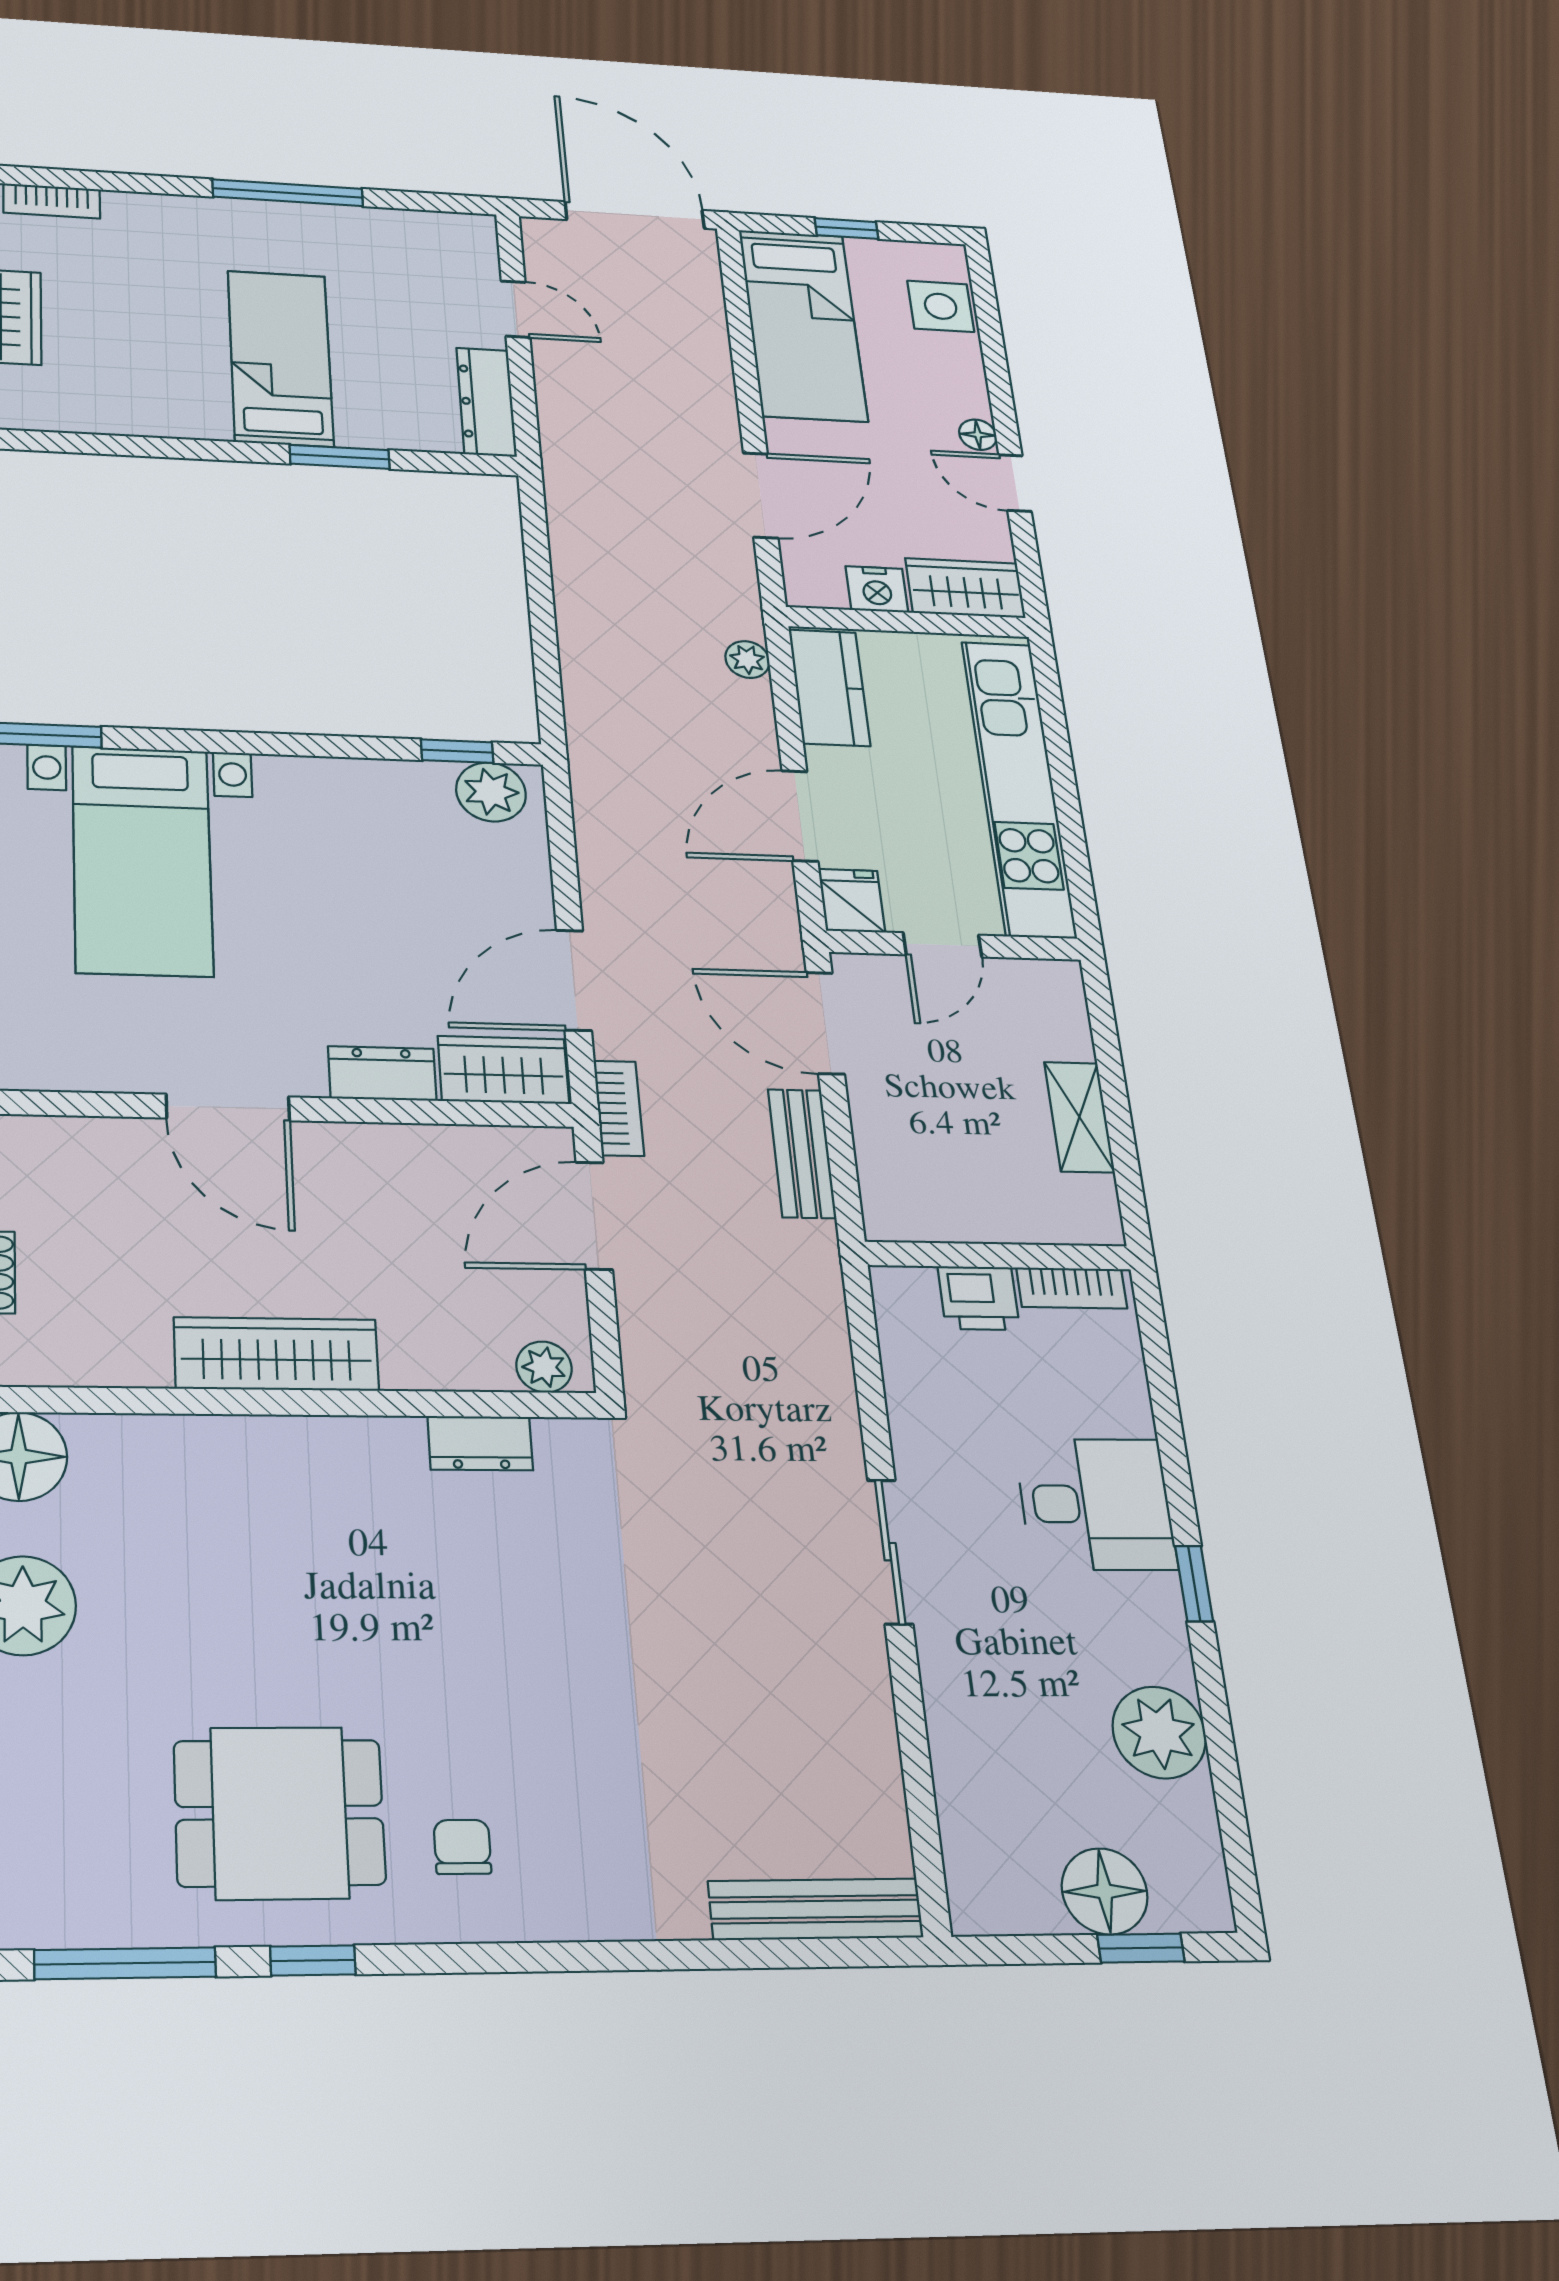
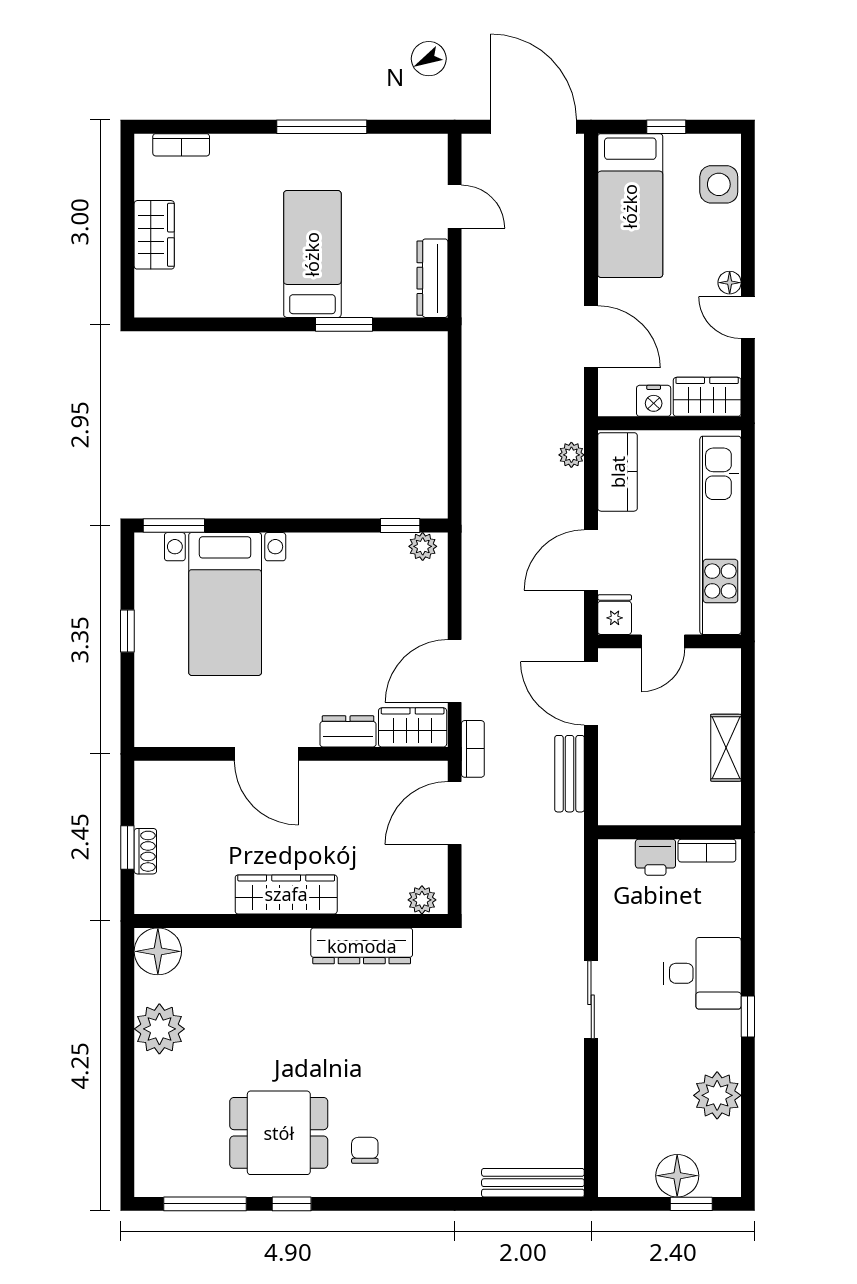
door: (761, 495) -> (591, 337), hinge flipped
plant: (491, 792) -> (423, 546), width x0.73, depth x0.73
dresser: (480, 1443) -> (362, 946), width x1.96, depth x1.24

